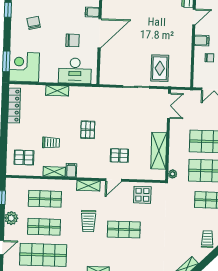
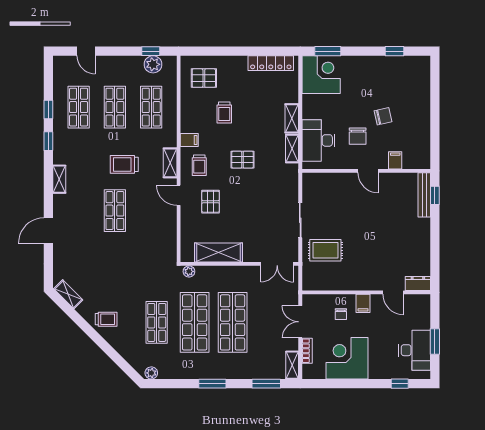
chair: (34, 23) -> (383, 116), moved
door: (100, 33) -> (368, 171), width x0.53
pallet: (24, 158) -> (204, 78), turned 90
trolley: (91, 163) -> (199, 165), added
shelving: (54, 172) -> (292, 149), moved
display table: (142, 195) -> (161, 233), removed
plant: (11, 218) -> (153, 64), moved
shop shelf: (43, 255) -> (79, 107), width x0.70, depth x0.74

